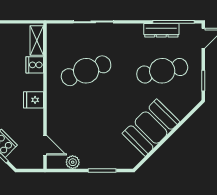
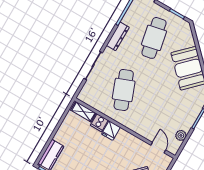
dresser: (161, 30) -> (118, 36), moved
fridge: (34, 100) -> (111, 131), moved
door: (45, 145) -> (158, 148), hinge flipped

